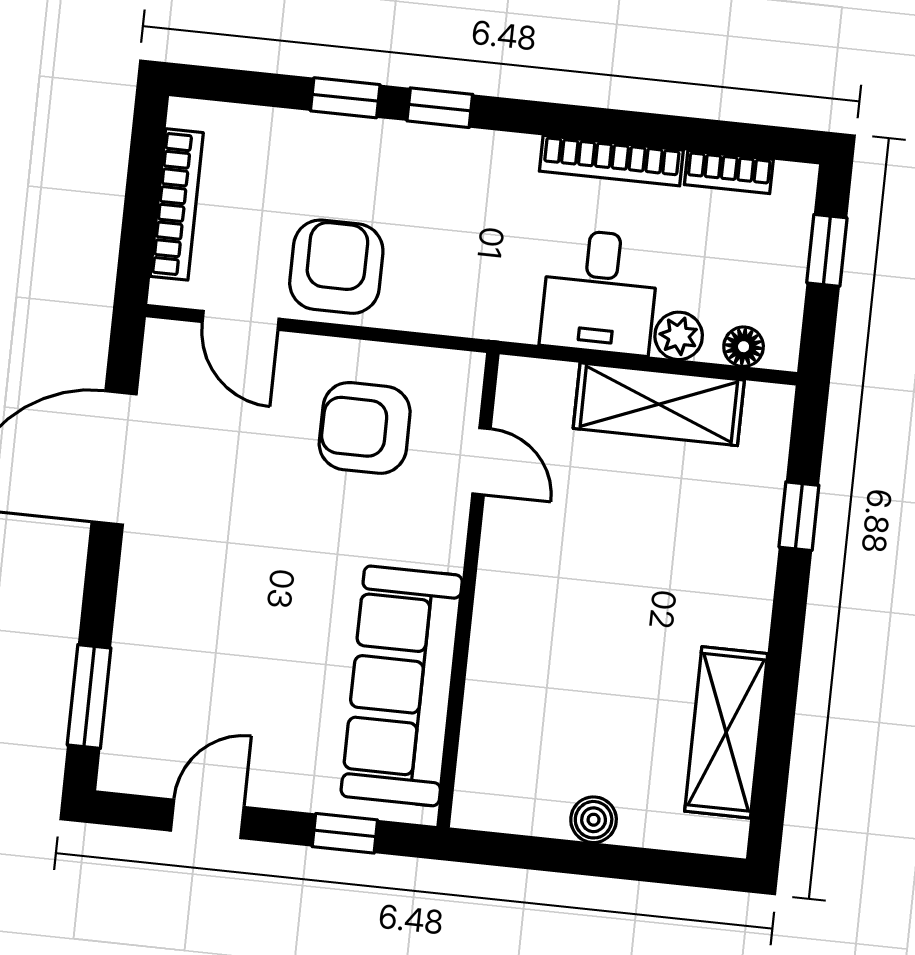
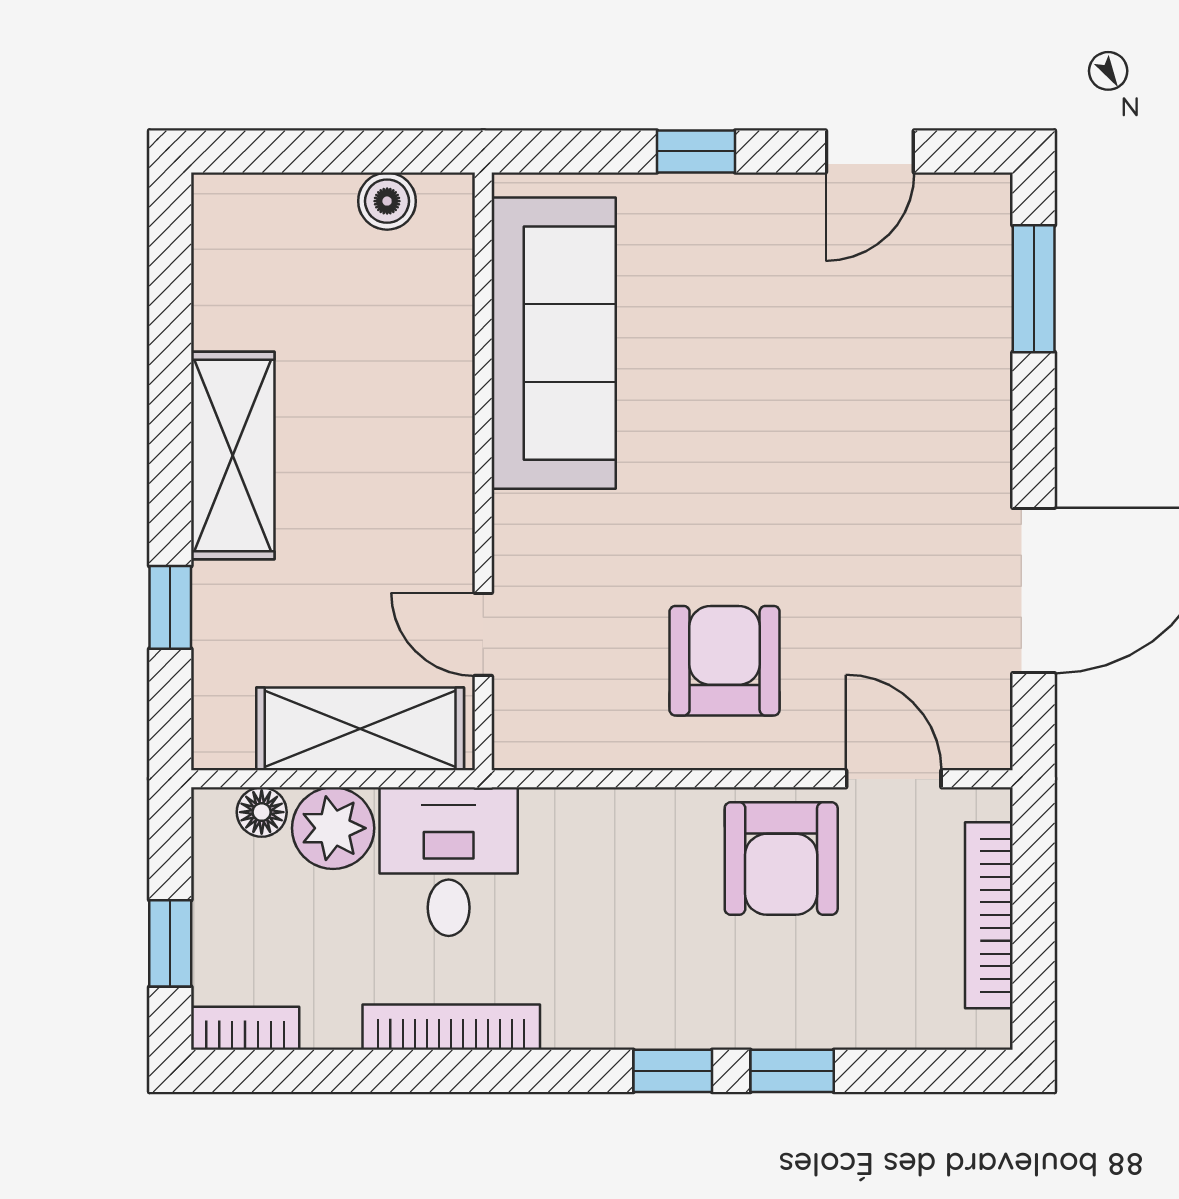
bookcase: (729, 172) -> (245, 1028), moved
plant: (679, 336) -> (333, 828), width x1.38, depth x1.38
armchair: (365, 428) -> (725, 661), turned -90
door: (482, 461) -> (483, 634), moved
wall: (468, 590) -> (483, 471), moved
sofa: (402, 686) -> (554, 343), moved
shelving: (726, 732) -> (233, 455), moved

